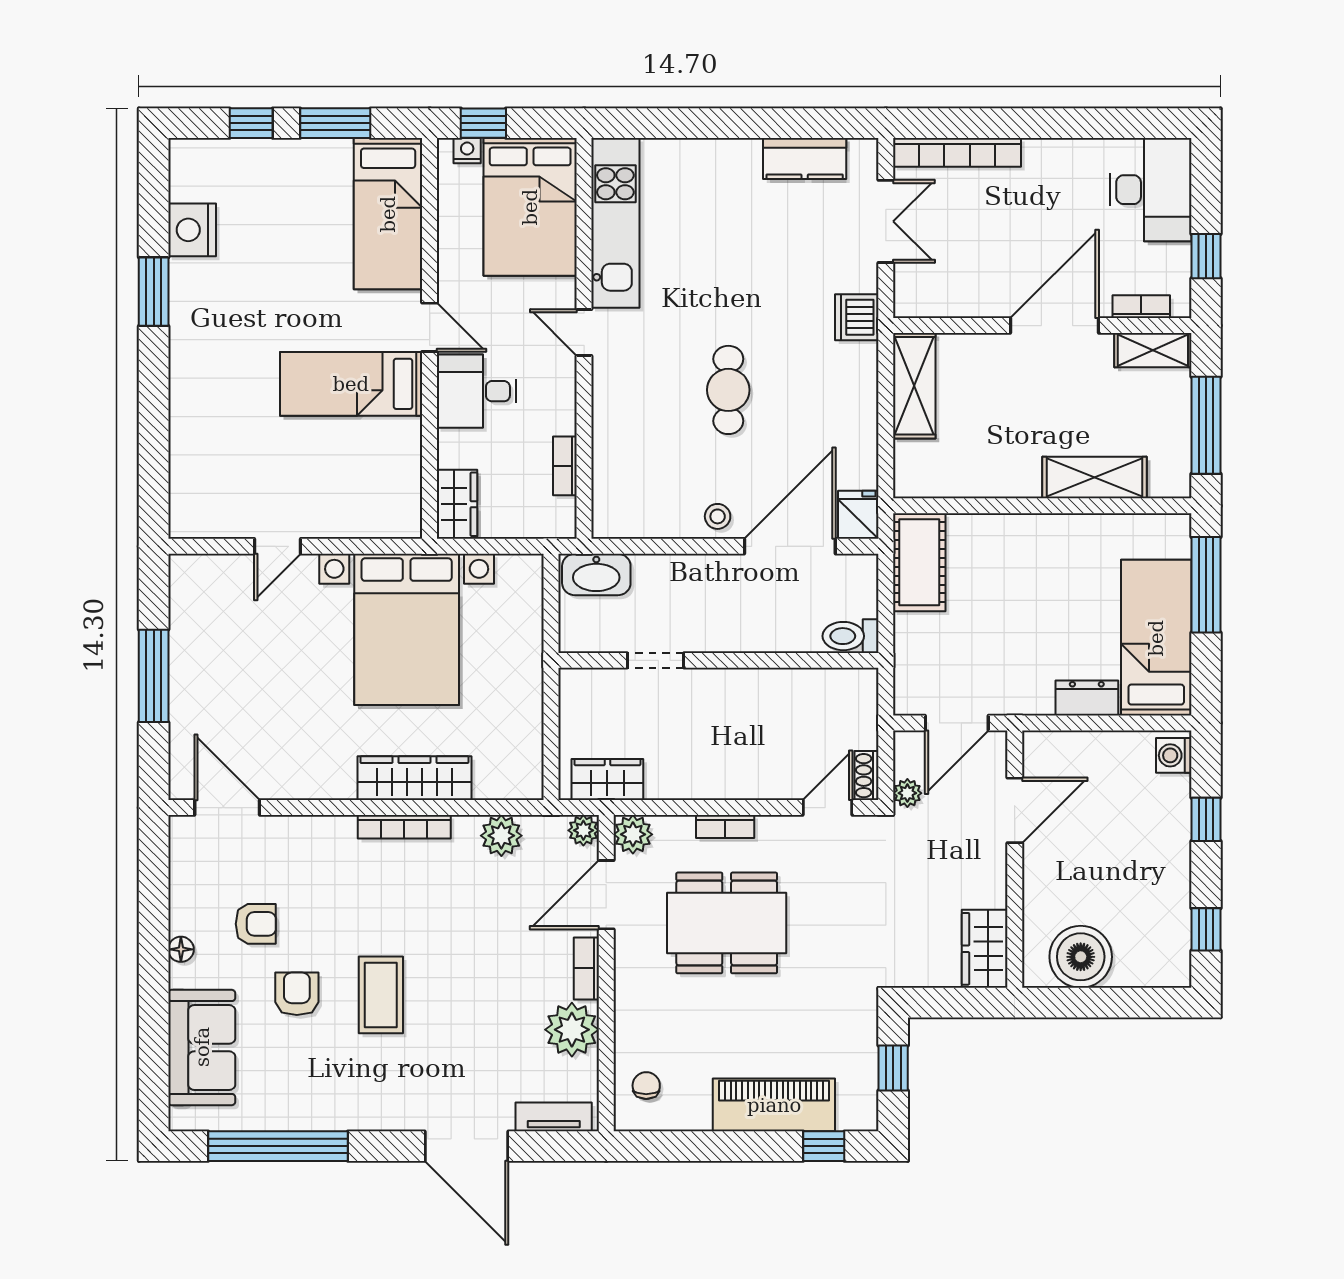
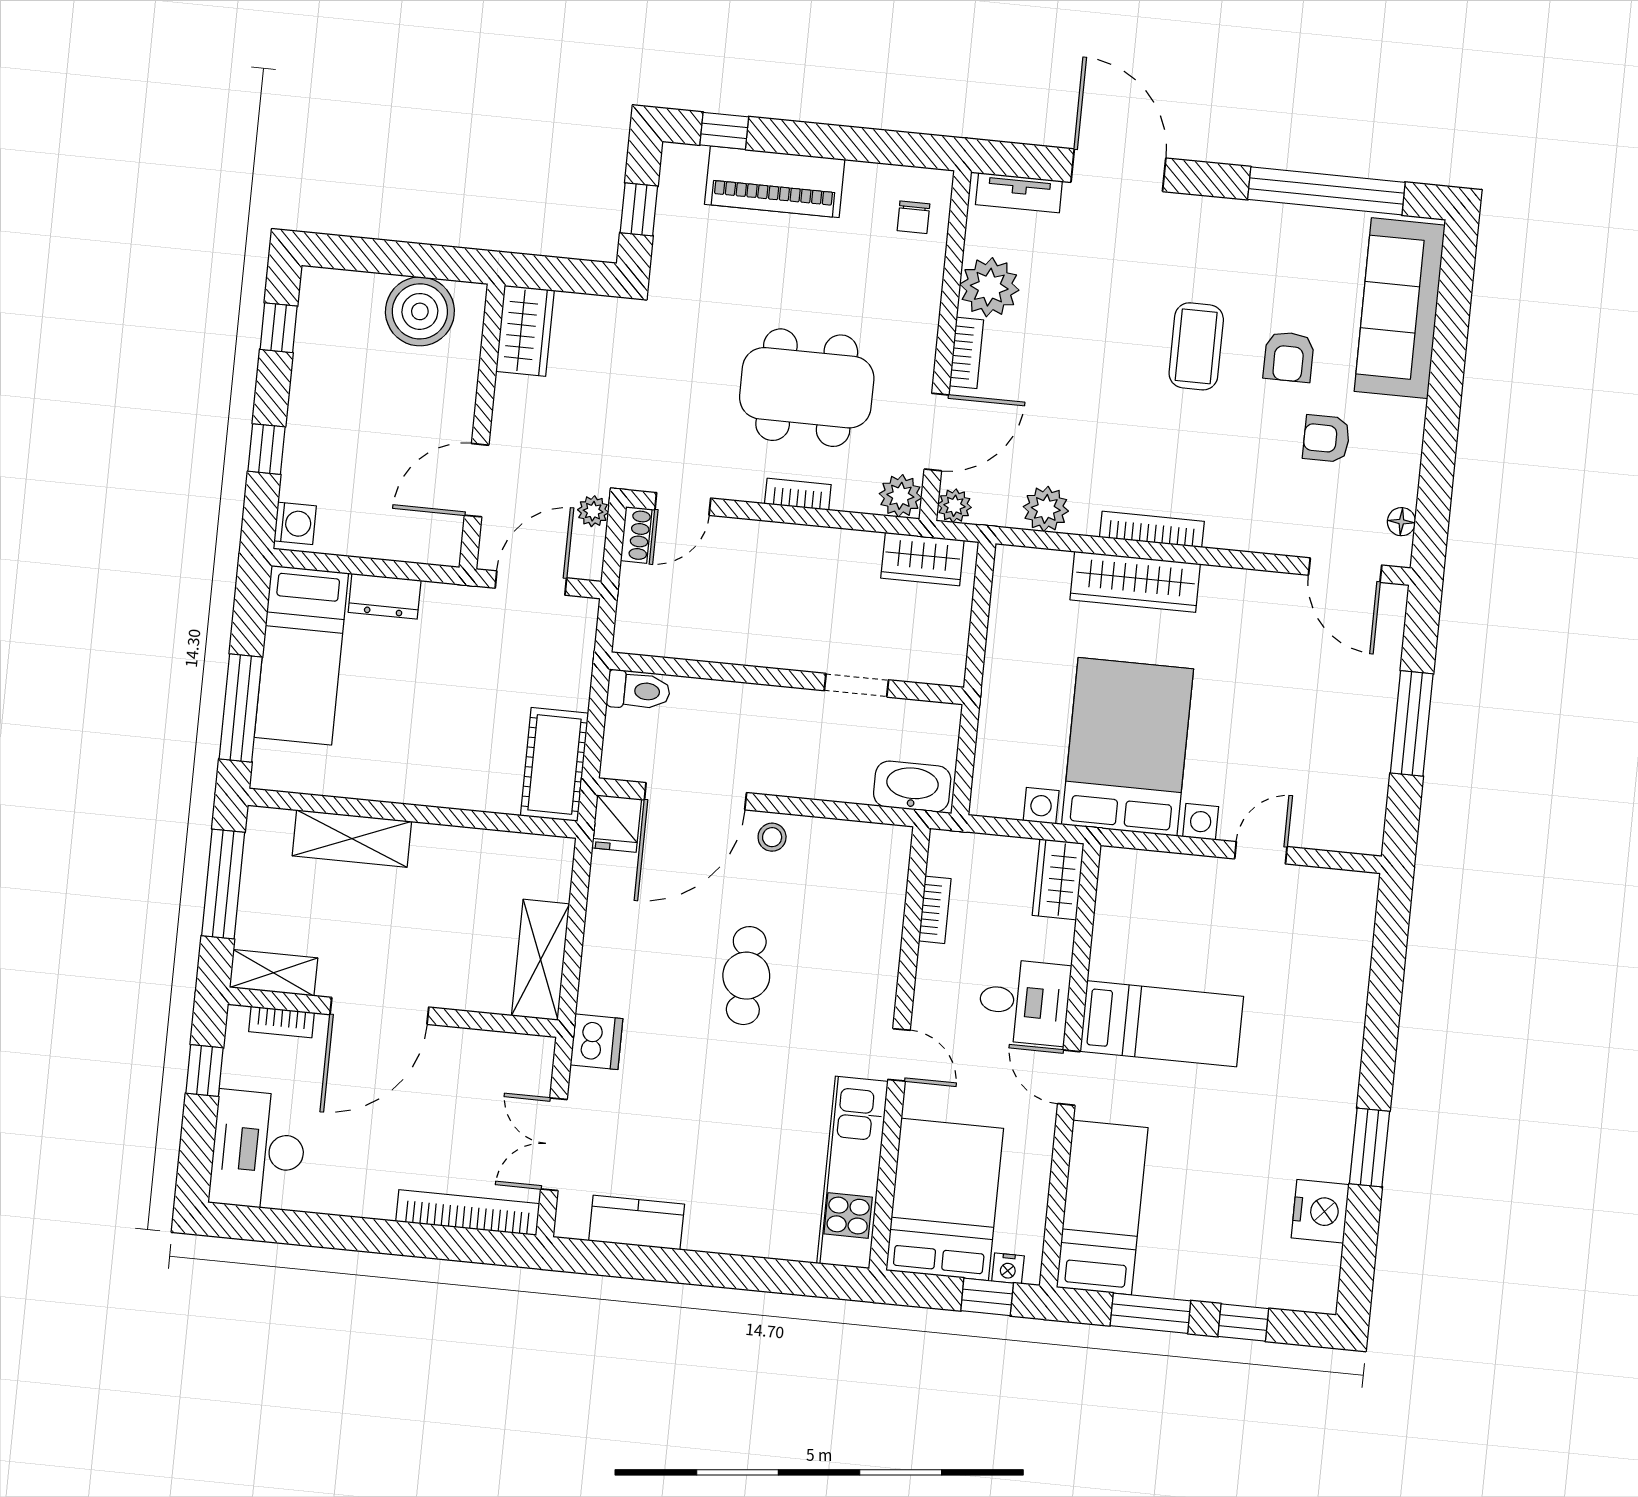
floor lamp: (181, 949) -> (1401, 522), moved
sofa: (202, 1047) -> (1400, 308), width x1.36

